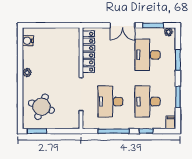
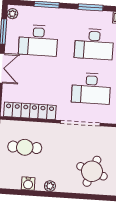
water cooler: (28, 41) -> (28, 184), moved
cafe table: (58, 49) -> (25, 147), added

